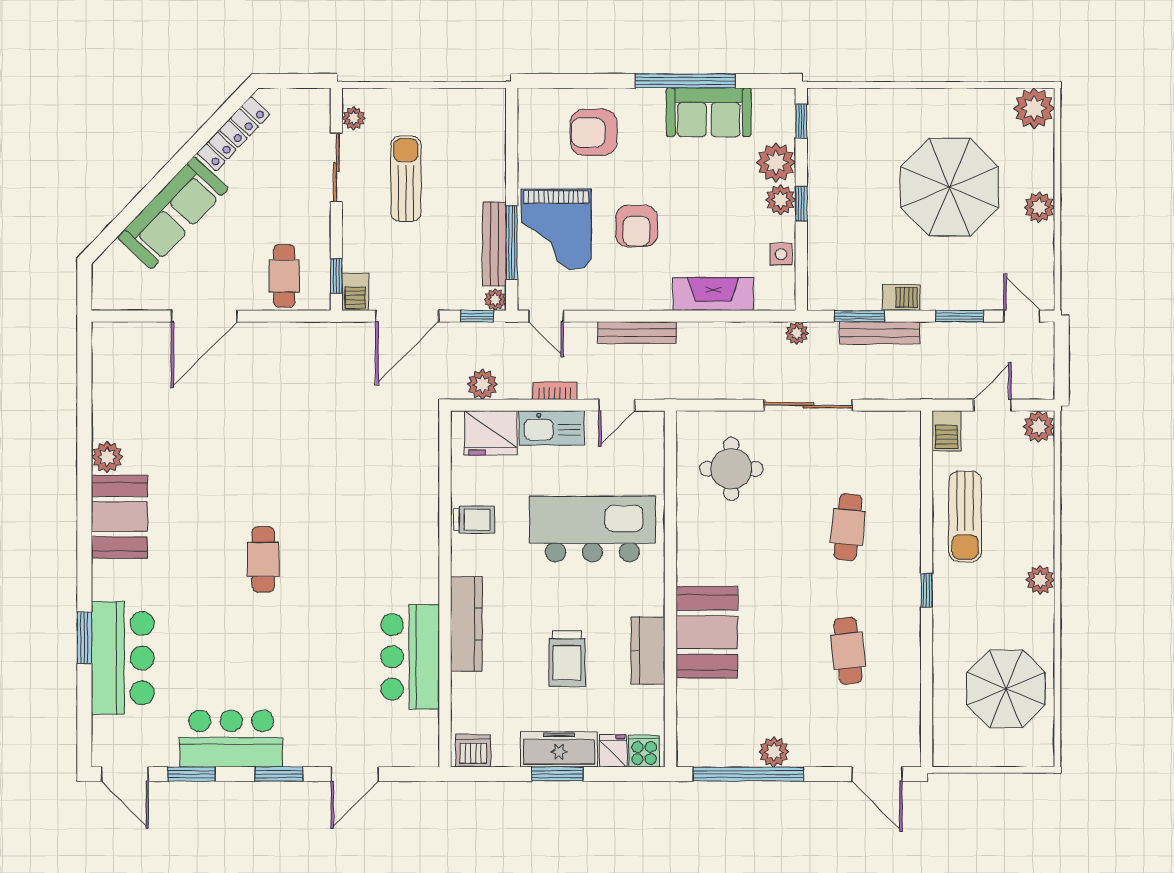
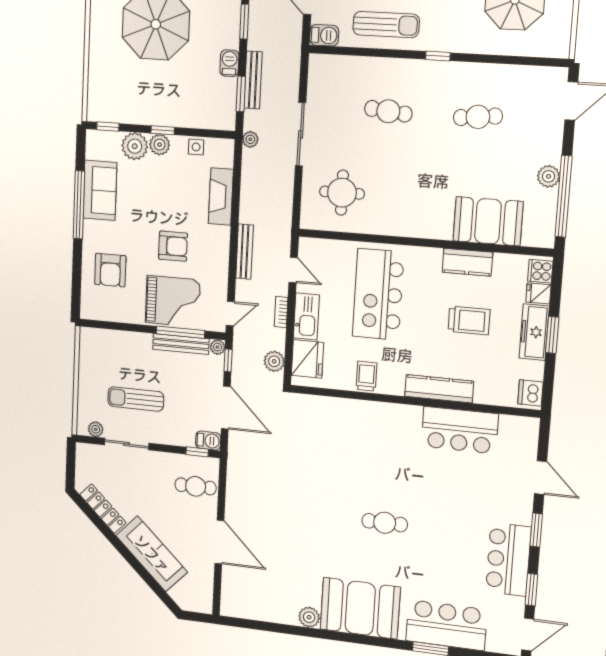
booth: (119, 517) -> (360, 608), width x1.36, depth x1.42
booth: (707, 632) -> (488, 221), moved

